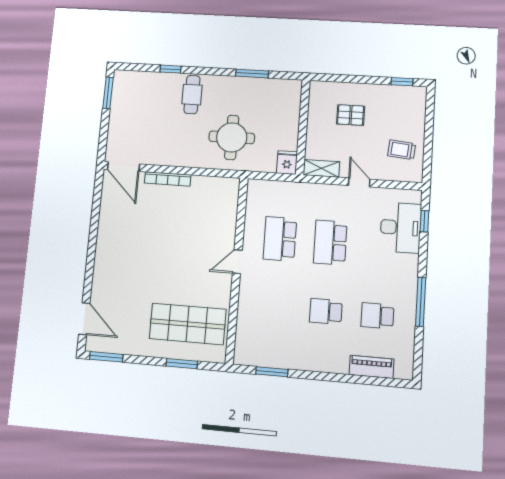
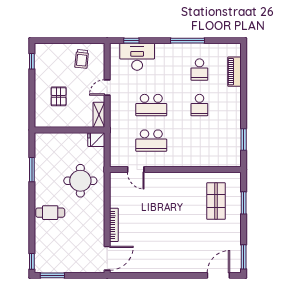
window: (171, 69) -> (32, 261), moved
door: (237, 262) -> (136, 170), moved
shop shelf: (188, 324) -> (216, 201), width x0.70, depth x0.74

